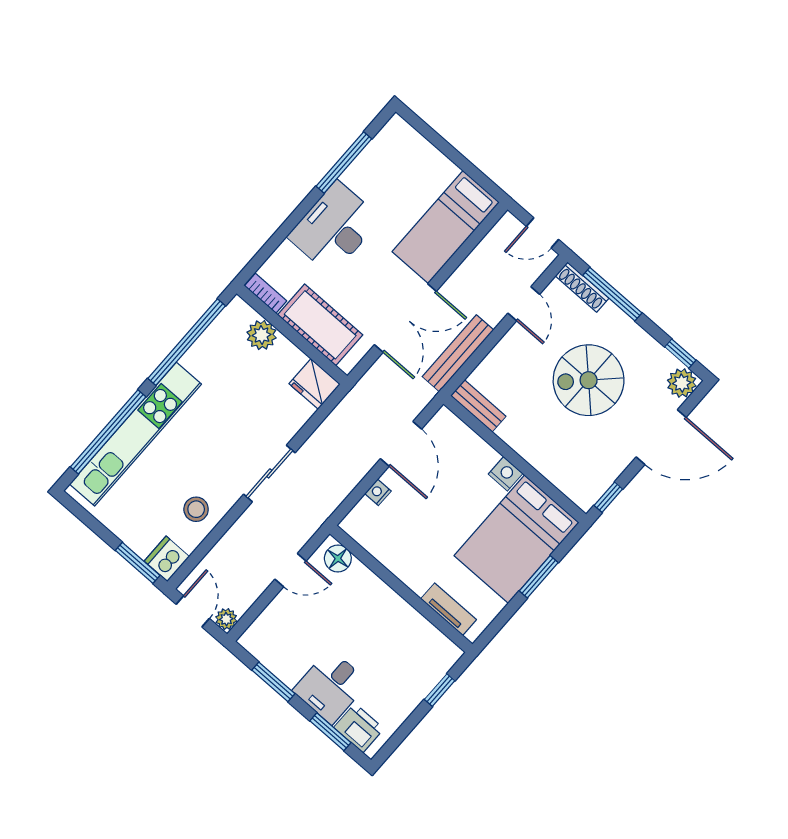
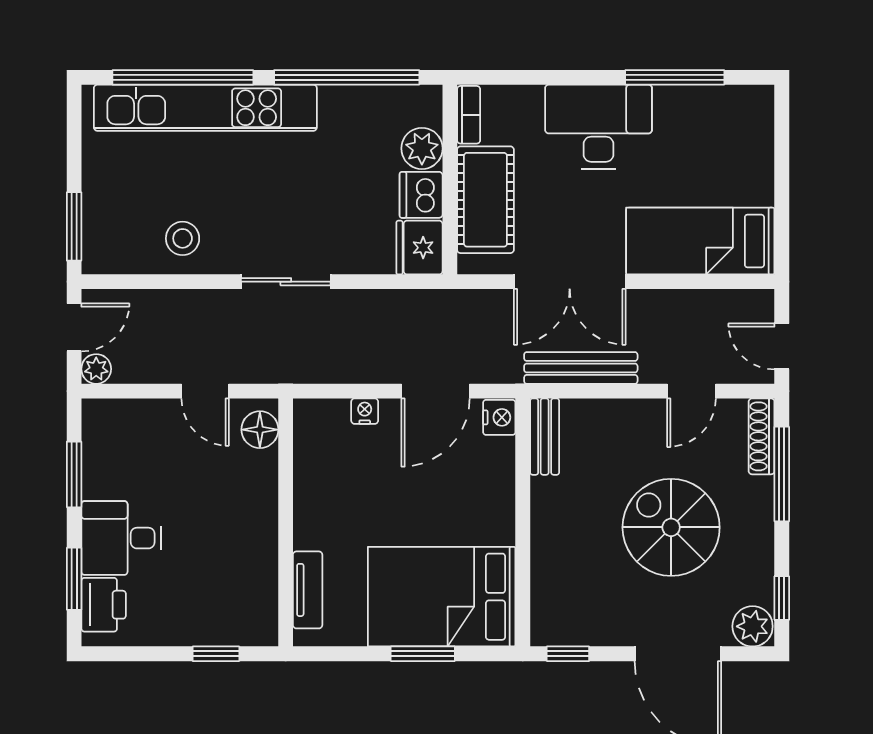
nightstand: (506, 474) -> (499, 417), moved
dishwasher: (167, 559) -> (421, 195), moved, turned -90

